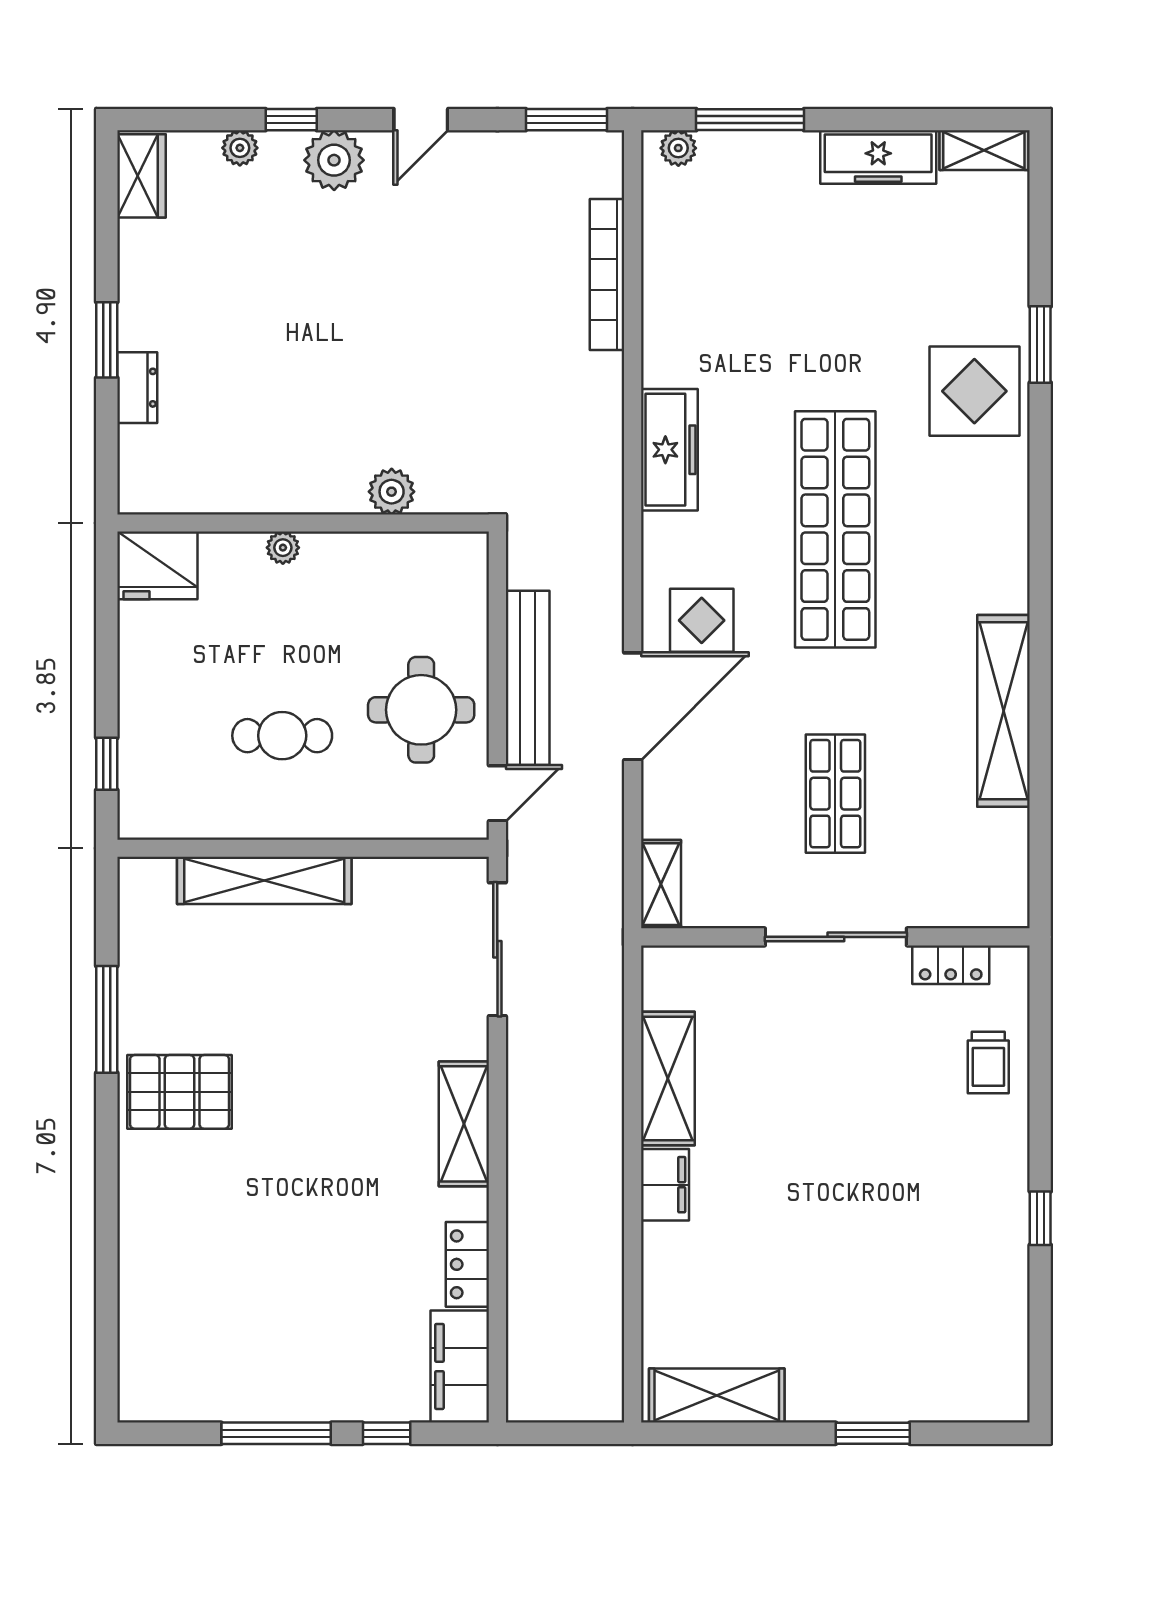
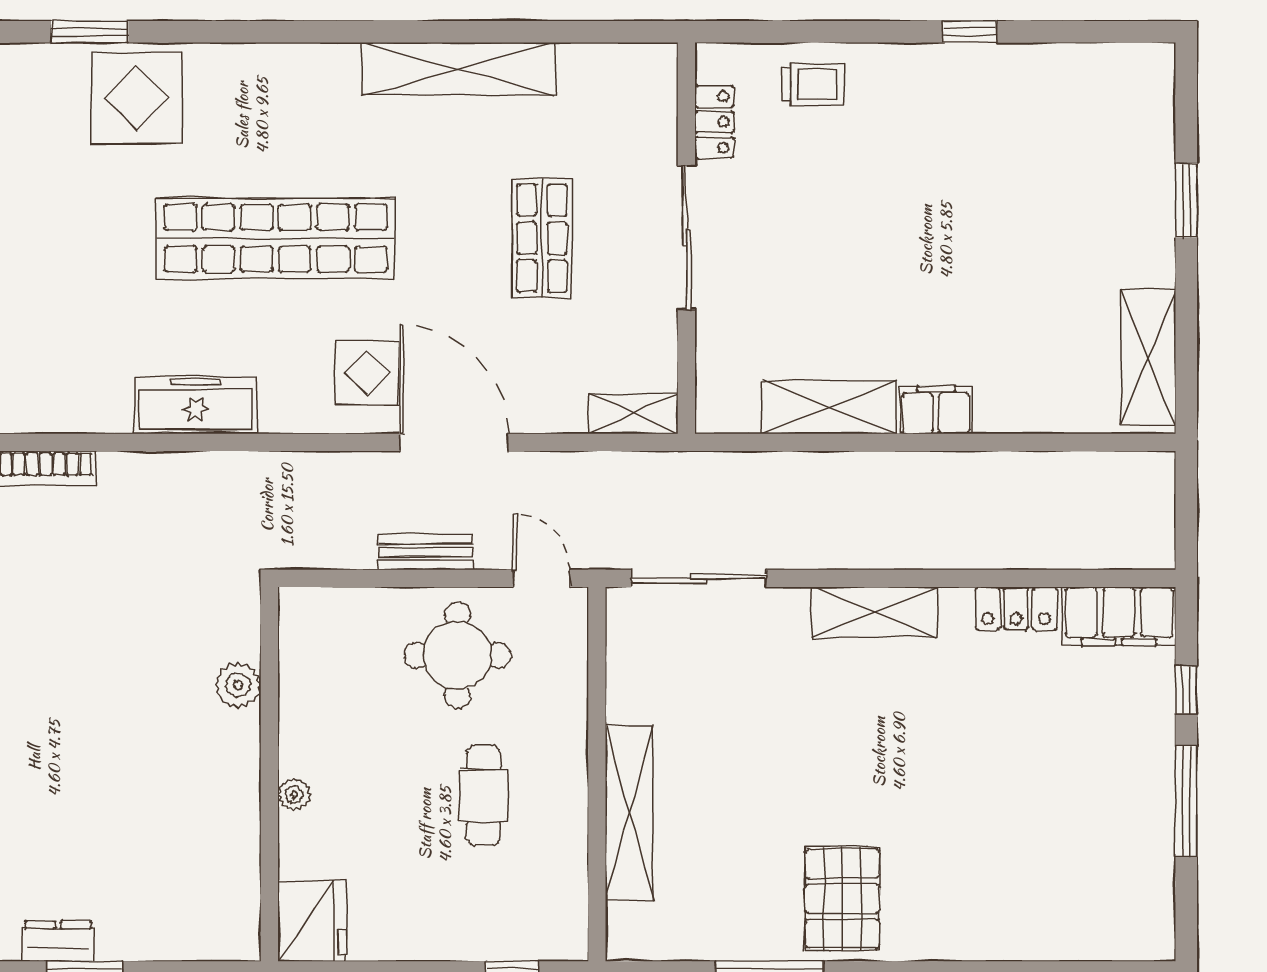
dresser: (137, 388) -> (58, 941), moved
bench: (528, 678) -> (425, 552), width x0.54, depth x0.82
shop shelf: (835, 794) -> (542, 238), turned 90

